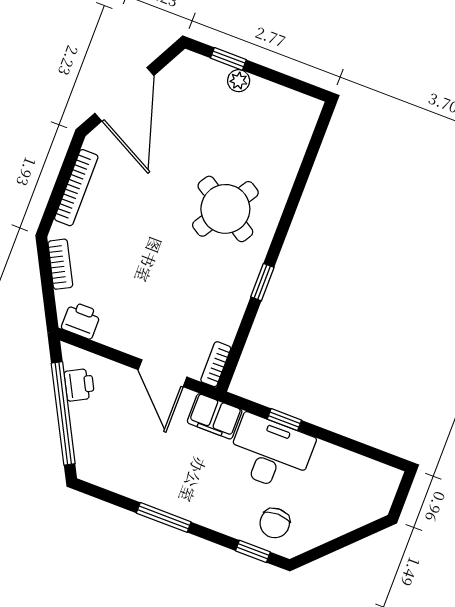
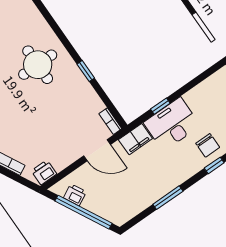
round table: (225, 209) -> (38, 65), turned -32

